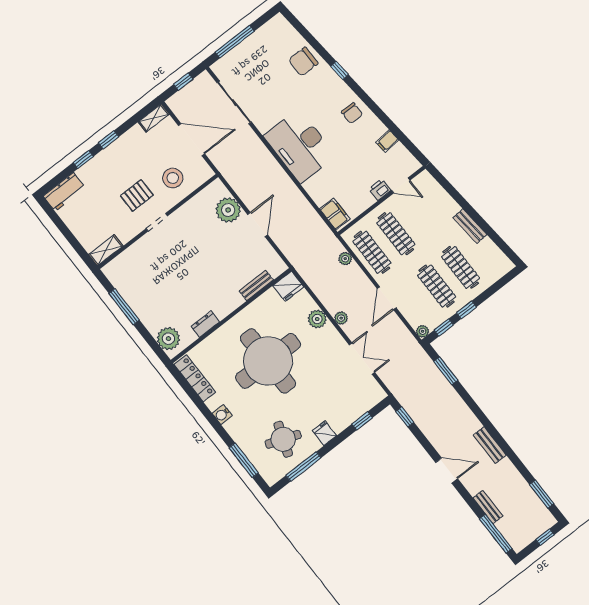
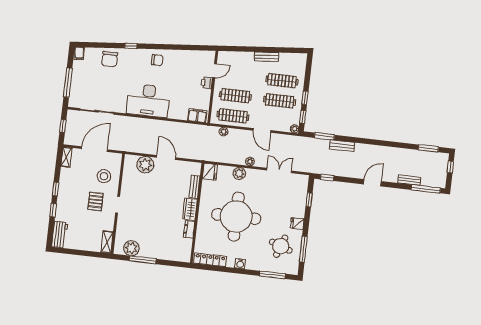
filing cabinet: (387, 141) -> (79, 53), moved
wardrobe: (228, 304) -> (190, 209), added
plant: (168, 339) -> (131, 248), moved
bench: (490, 445) -> (342, 146), moved

